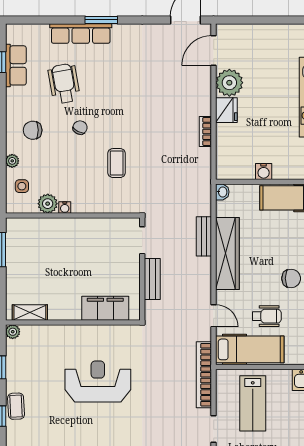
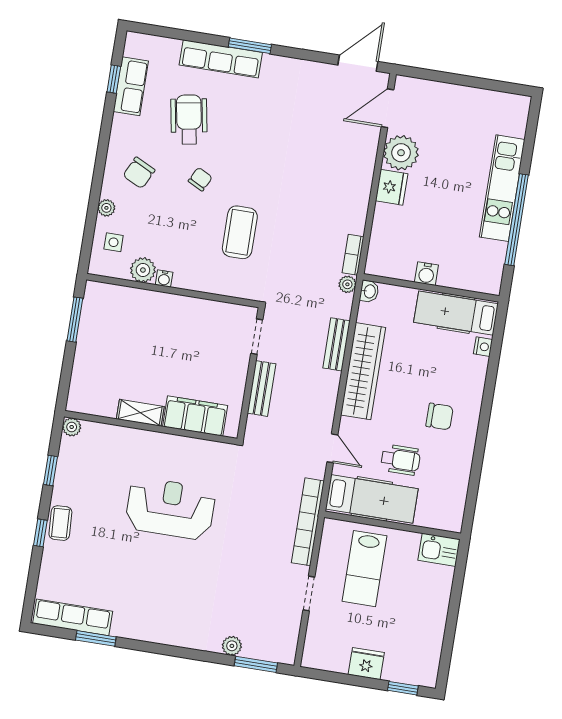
chair: (33, 130) -> (139, 173), turned -64
bookcase: (205, 131) -> (353, 255), moved
coffee table: (117, 163) -> (240, 232), width x1.36, depth x1.30
plant: (205, 189) -> (347, 284), added
shelving: (30, 312) -> (140, 413), moved

